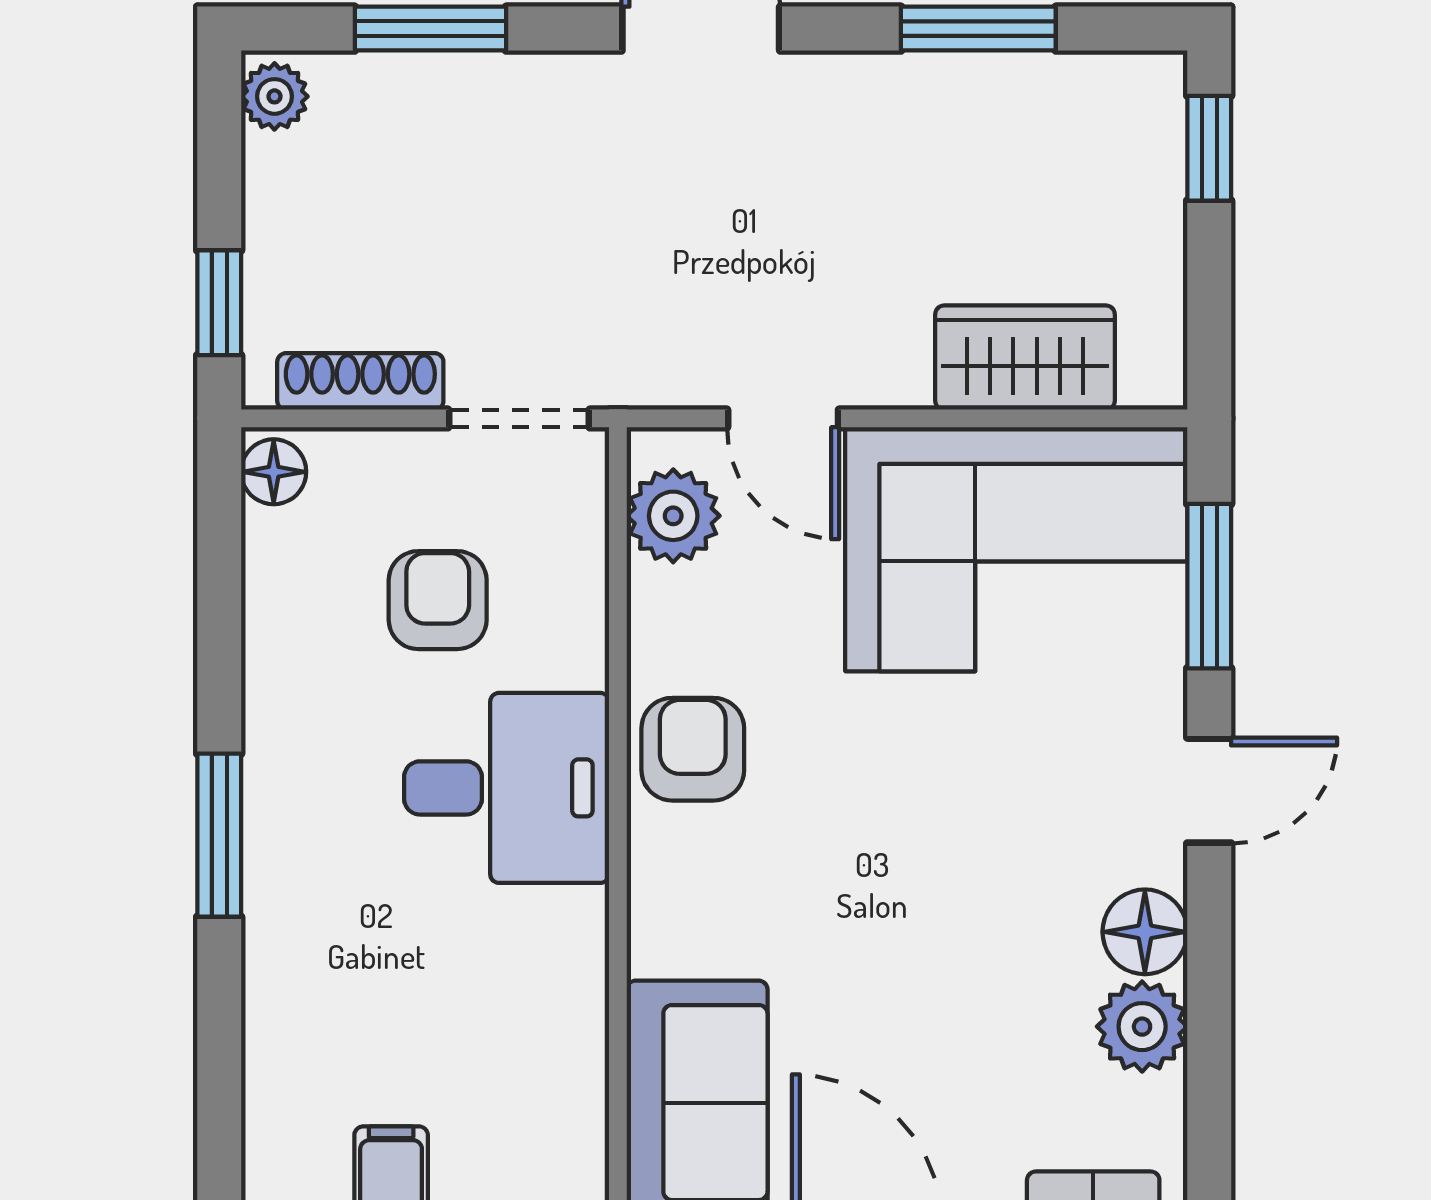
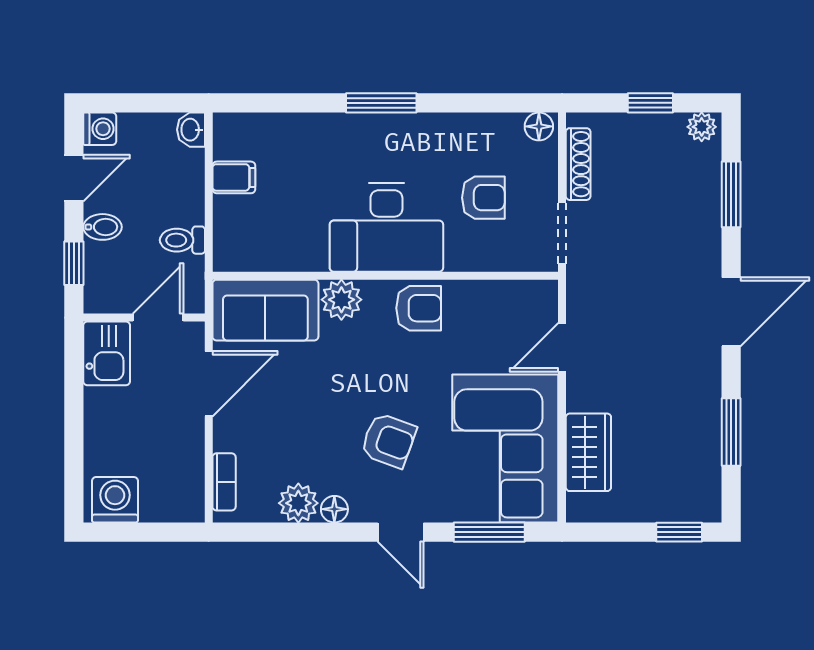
window: (219, 303) -> (650, 103), moved
plant: (673, 516) -> (341, 300), moved
desk: (507, 788) -> (386, 227), width x1.37
armchair: (998, 819) -> (388, 440), added
floor lamp: (1145, 932) -> (334, 509), width x0.73, depth x0.73

